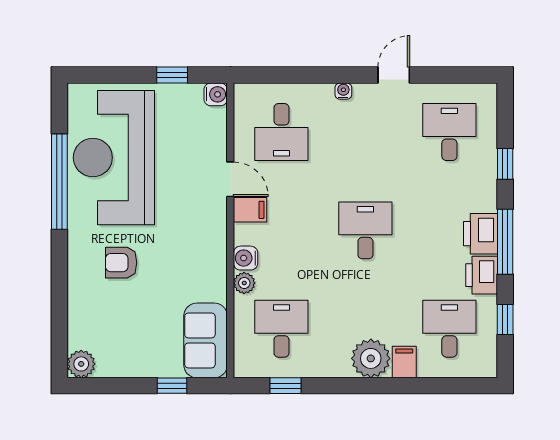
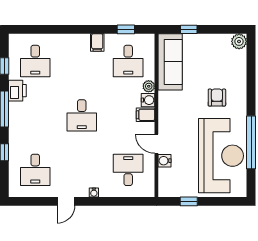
water cooler: (216, 94) -> (165, 161), moved
filing cabinet: (250, 210) -> (146, 115), moved
printer: (481, 234) -> (18, 114), removed
armchair: (121, 263) -> (217, 98), turned -90
sofa: (206, 340) -> (170, 62), width x1.36
plant: (371, 358) -> (79, 44), removed
filing cabinet: (404, 362) -> (97, 42), moved

